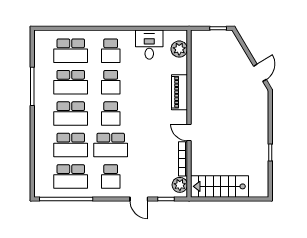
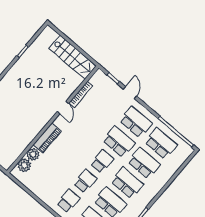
desk: (149, 45) -> (41, 184), removed
school desk: (111, 176) -> (136, 122), width x1.85
plant: (180, 185) -> (33, 154), moved

